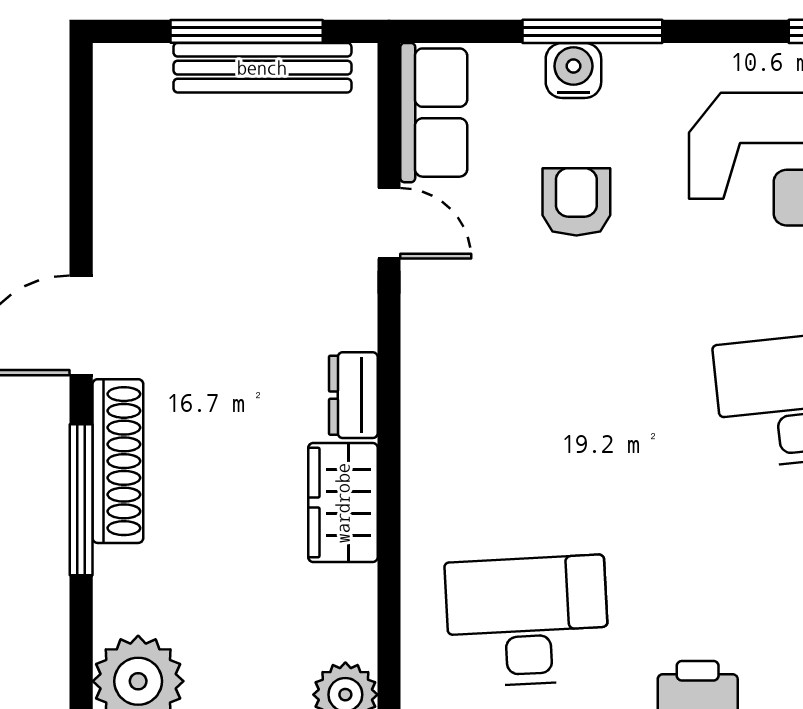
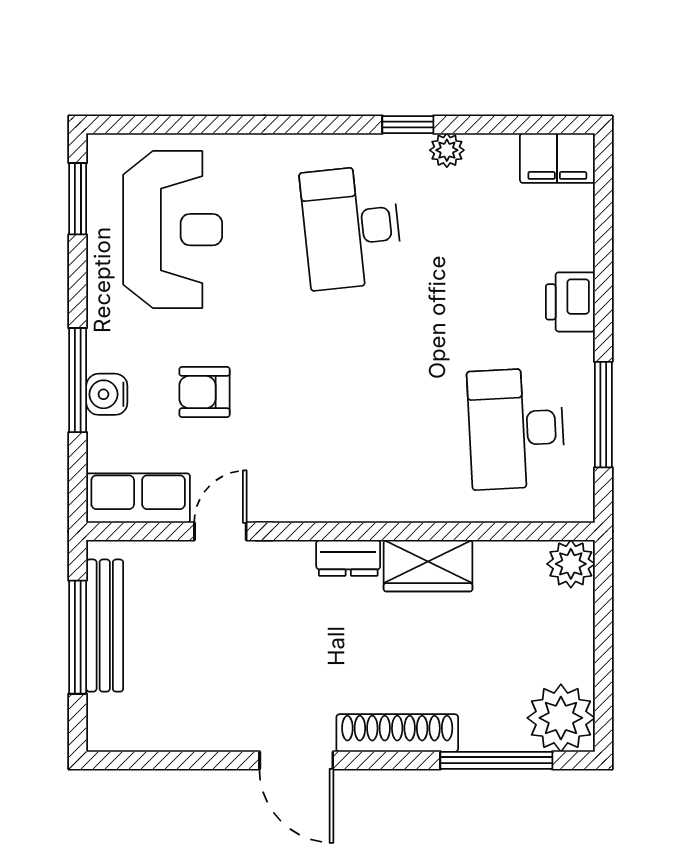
window: (81, 500) -> (496, 760), moved

